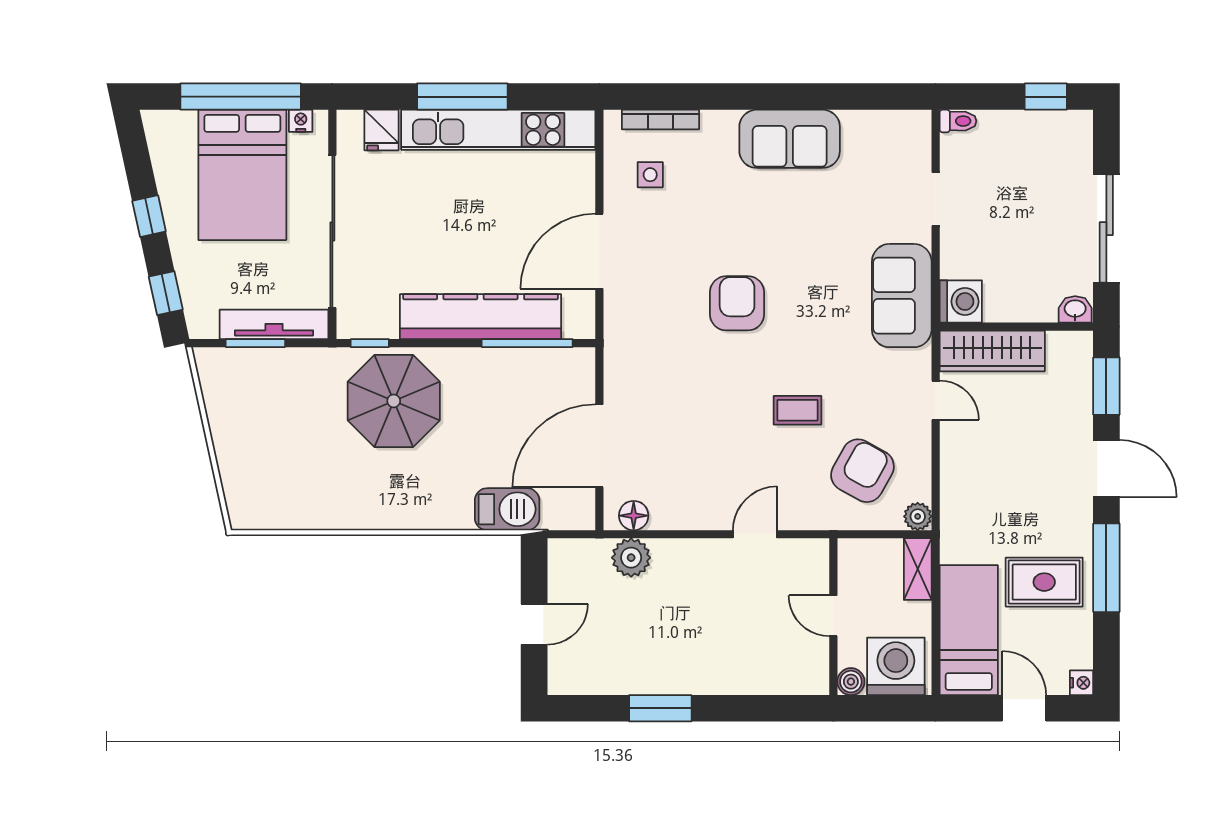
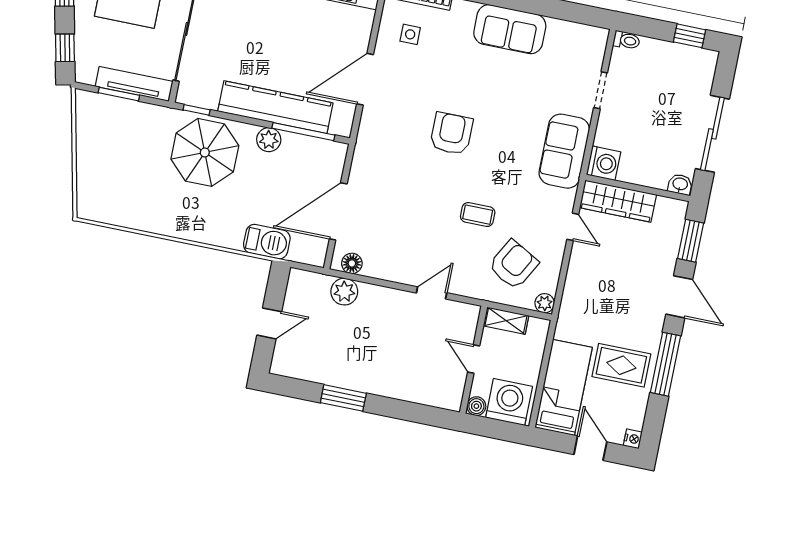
plant: (480, 364) -> (269, 140), added
shelving: (918, 569) -> (506, 321), moved, turned 90

